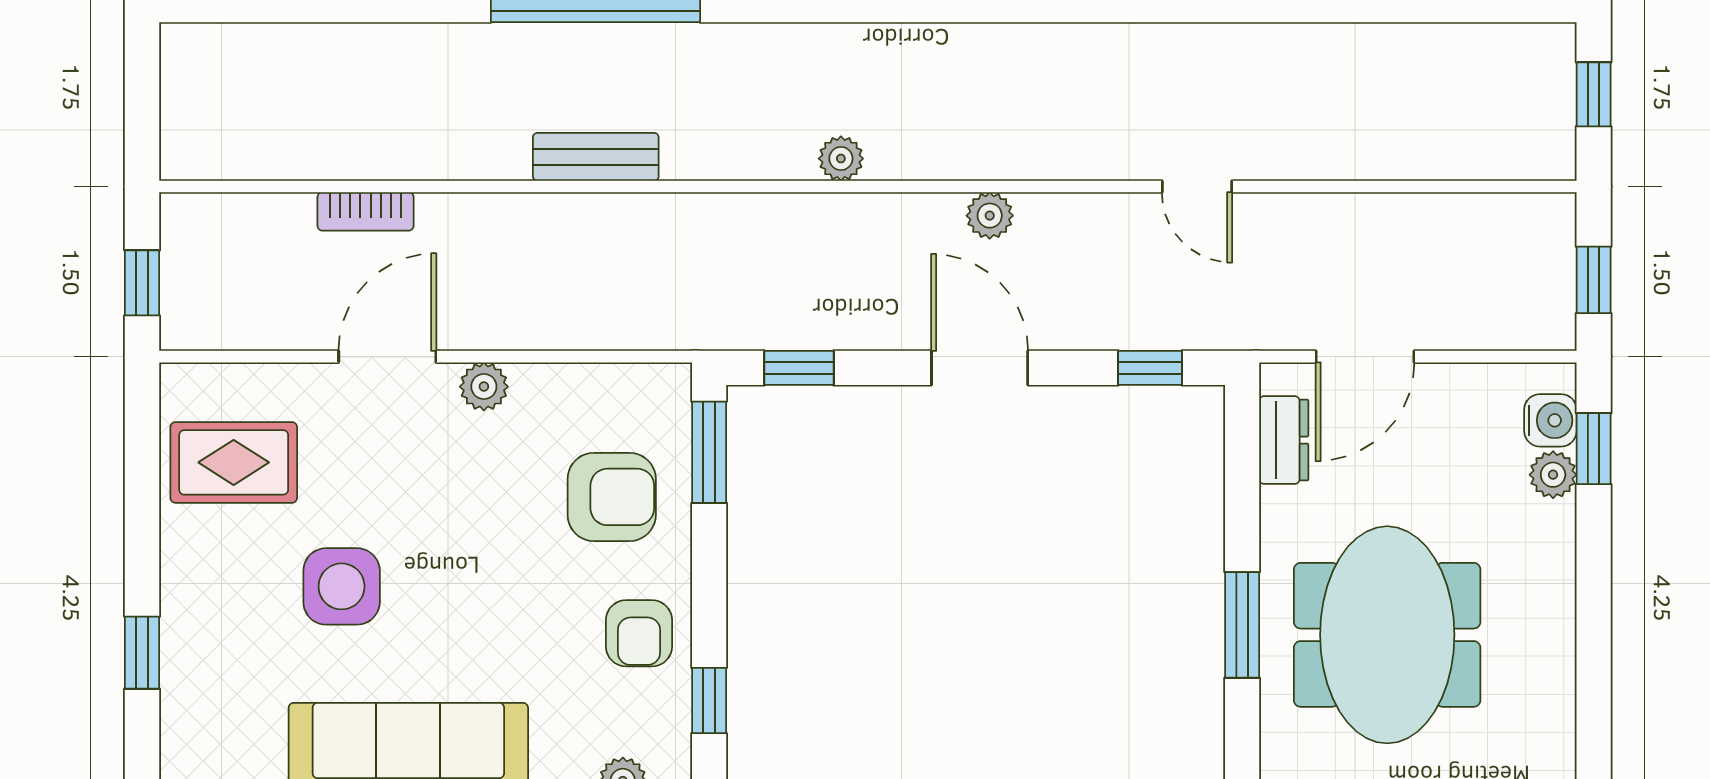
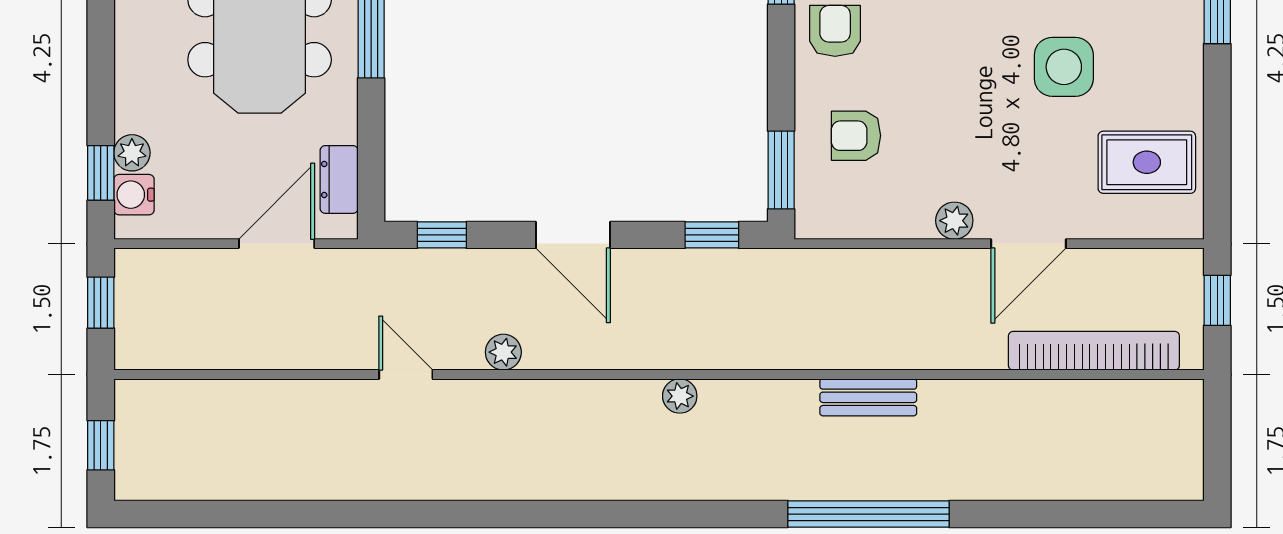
bookcase: (366, 211) -> (1094, 351), width x2.31, depth x1.31
plant: (990, 216) -> (503, 352), moved
armchair: (612, 497) -> (856, 136), width x0.72, depth x0.72

